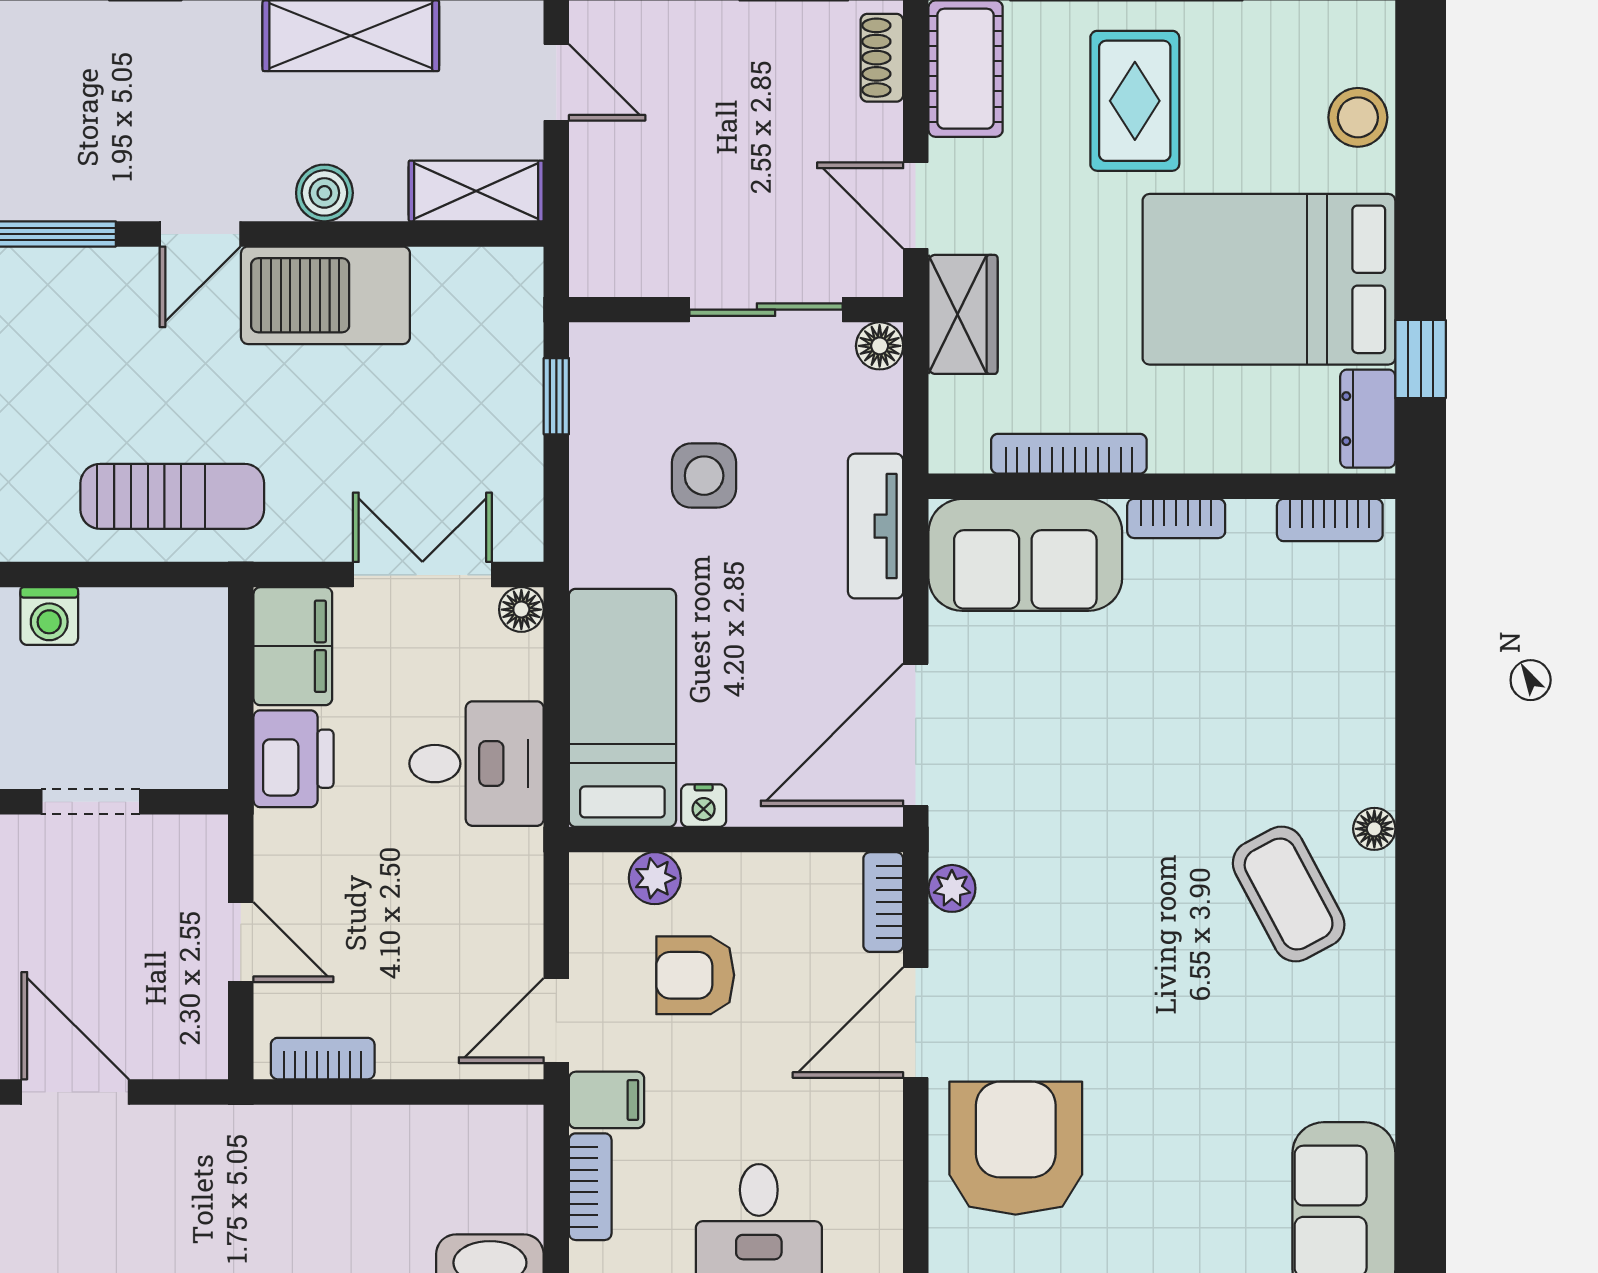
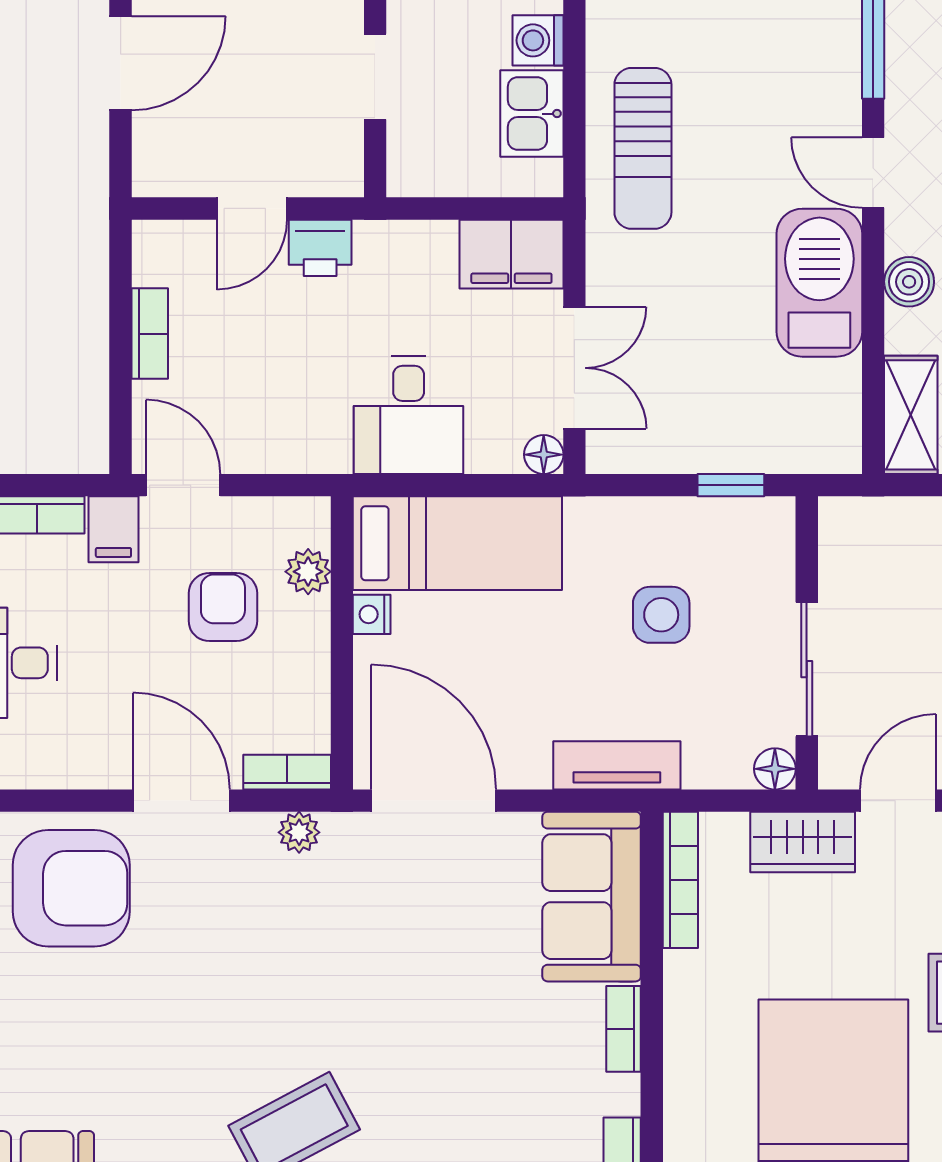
bookcase: (1069, 454) -> (680, 880), moved
kitchen sink: (133, 623) -> (532, 114), added
printer: (293, 759) -> (320, 248), moved, width x0.73, depth x0.81
bookcase: (323, 1059) -> (150, 334), moved

